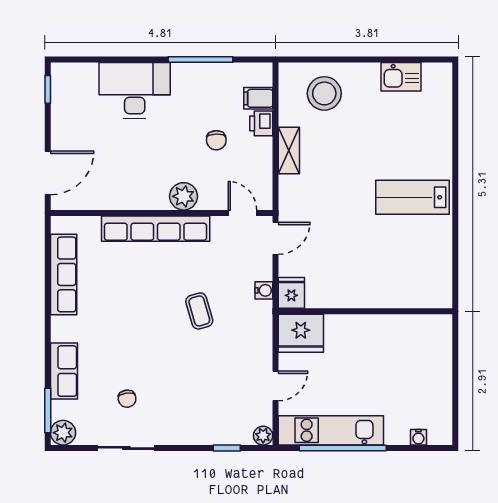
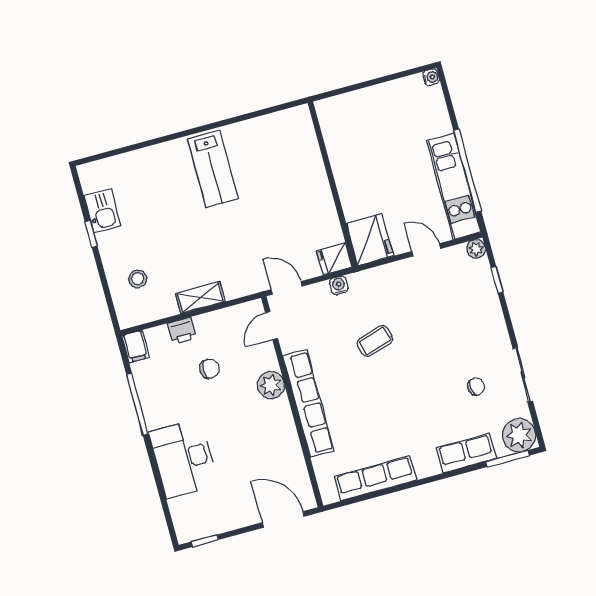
window: (381, 60) -> (91, 234), added
stool: (324, 93) -> (138, 279), width x0.53, depth x0.53
filing cabinet: (258, 98) -> (136, 346), moved
plant: (63, 433) -> (519, 435), width x1.36, depth x1.36
water cooler: (418, 437) -> (431, 77), moved

